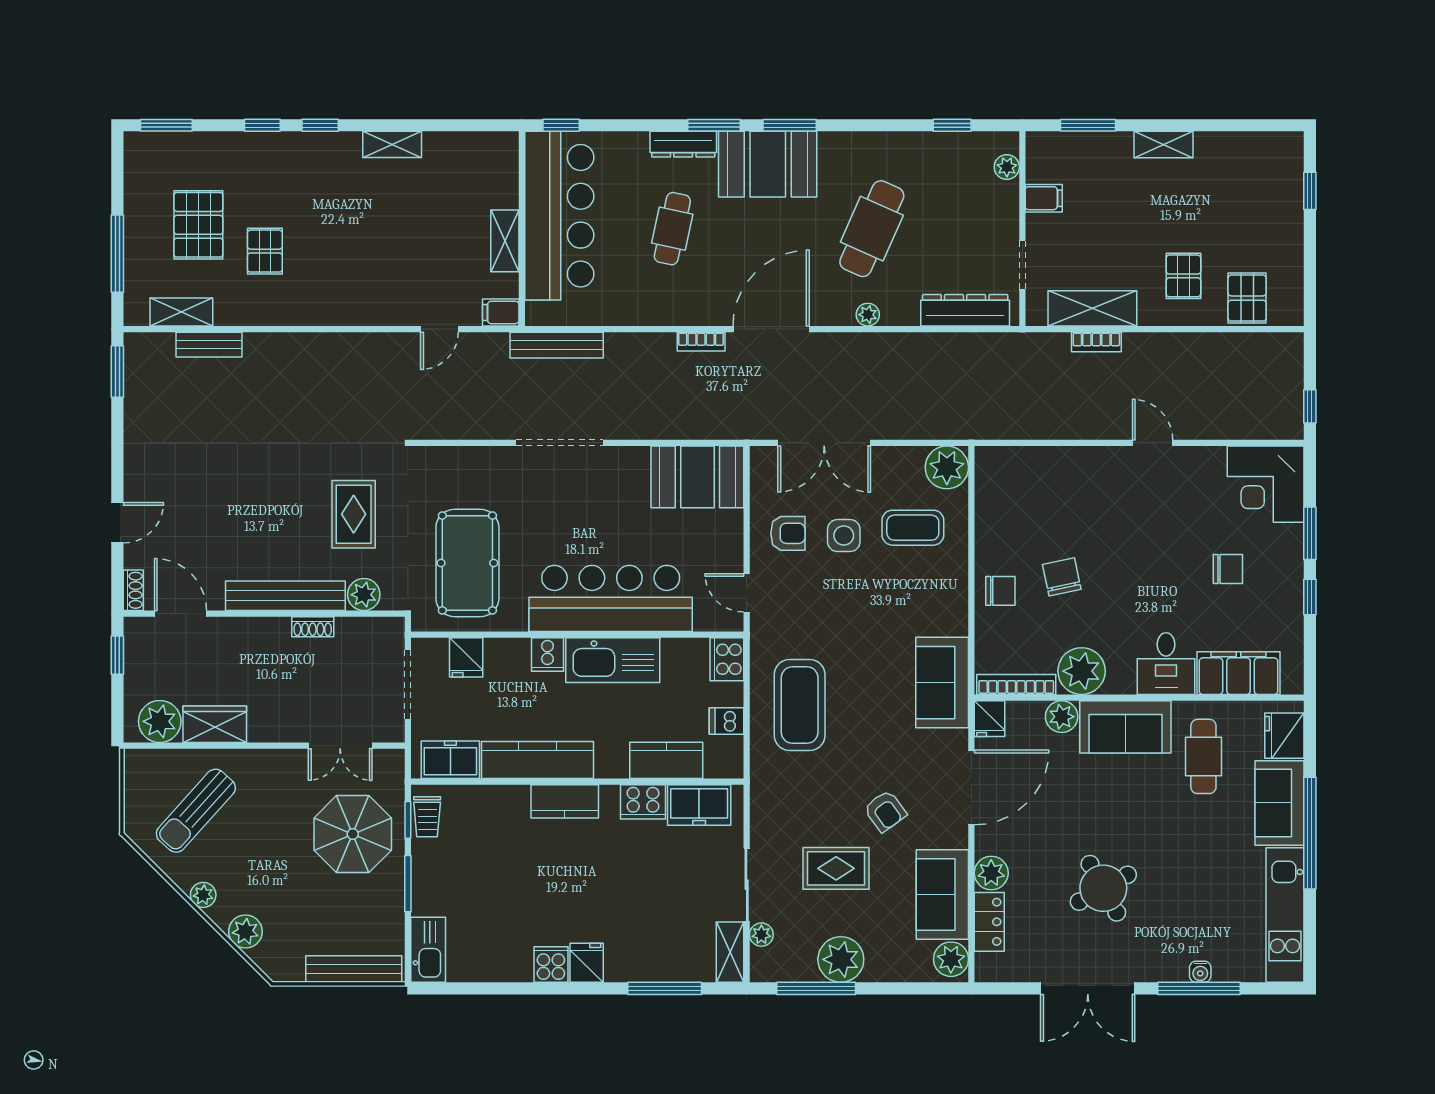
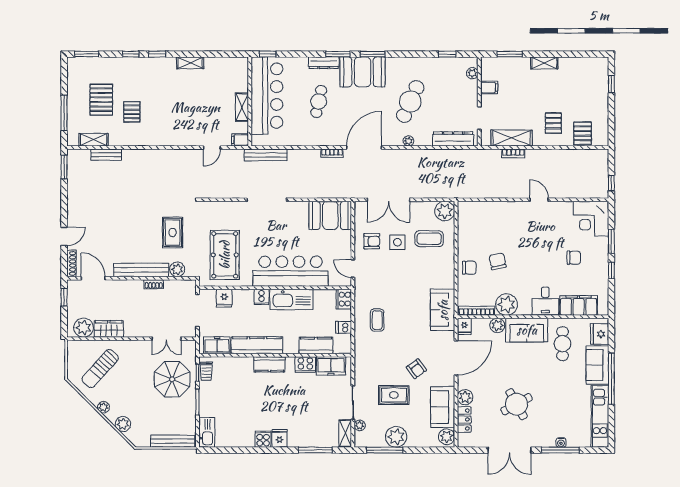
shoe rack: (133, 590) -> (71, 263), width x1.43
coffee table: (800, 705) -> (377, 320), width x0.54, depth x0.58

